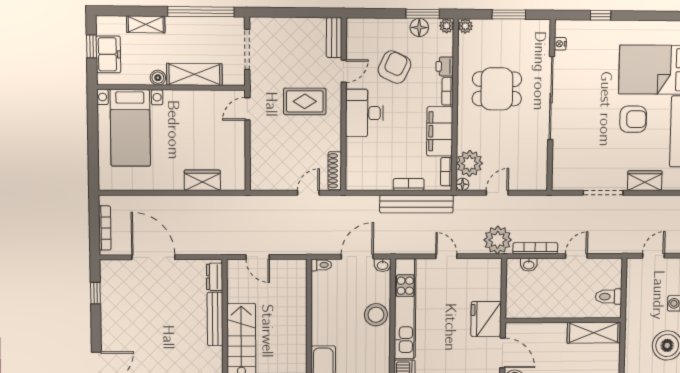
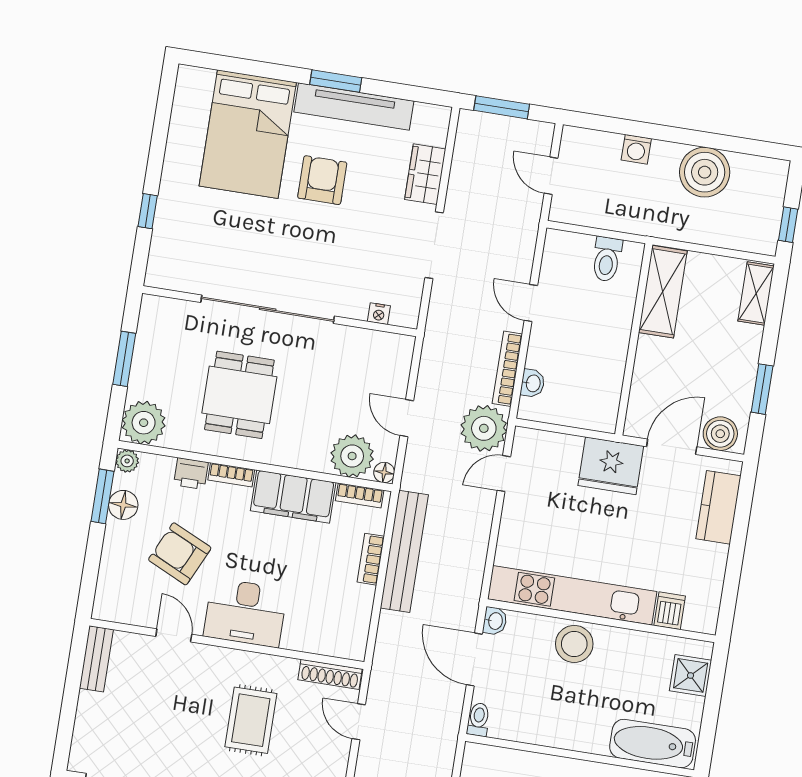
plant: (465, 26) -> (144, 423), width x1.87, depth x1.87
bench: (334, 38) -> (96, 659), moved, turned 90
nightstand: (560, 44) -> (379, 314), moved
rug: (305, 101) -> (251, 720), moved
door: (446, 256) -> (504, 474), moved

